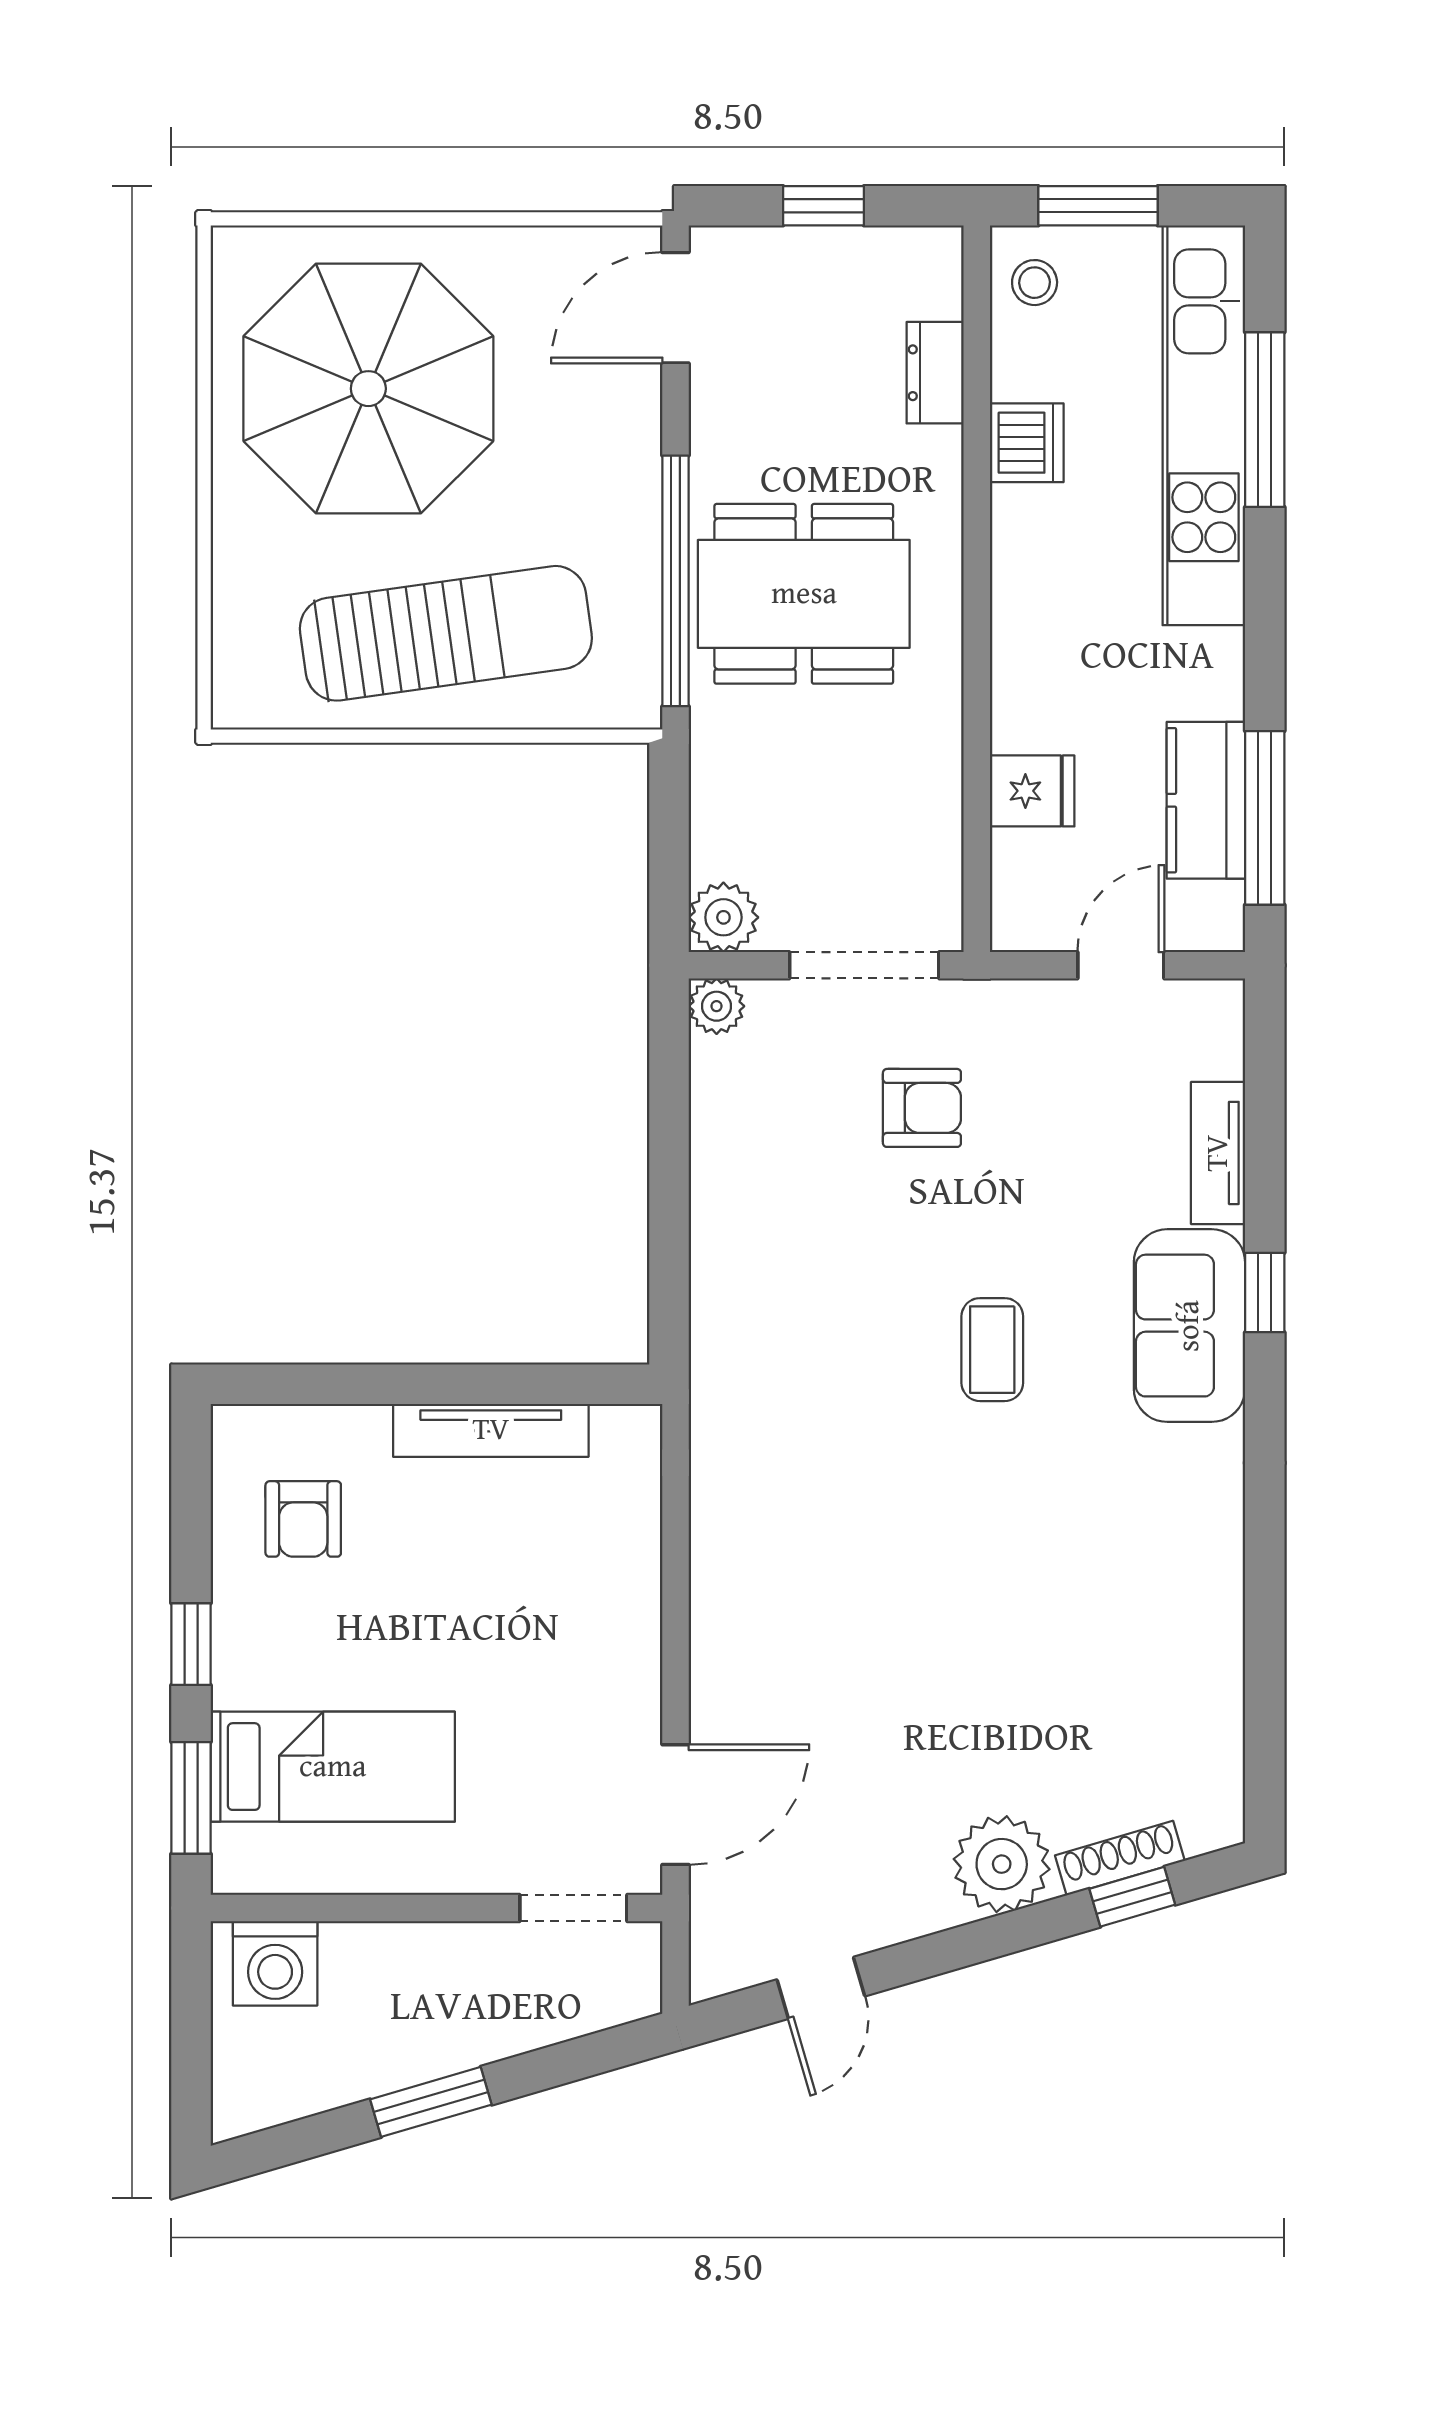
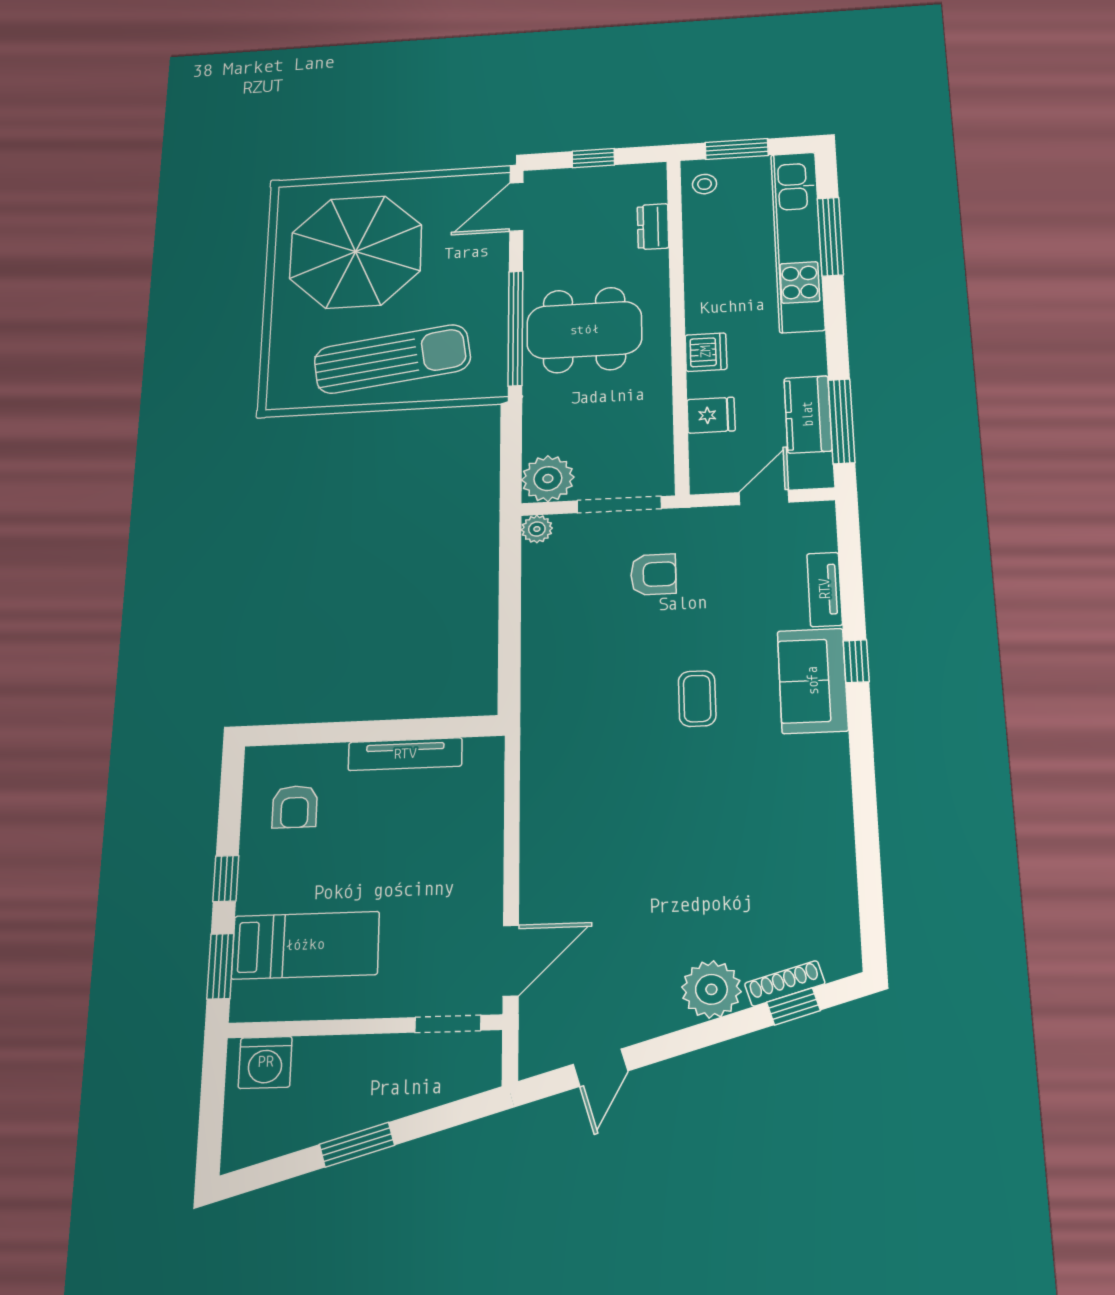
dishwasher: (1027, 443) -> (706, 352), moved
plant: (723, 917) -> (548, 479), width x1.36, depth x1.36

